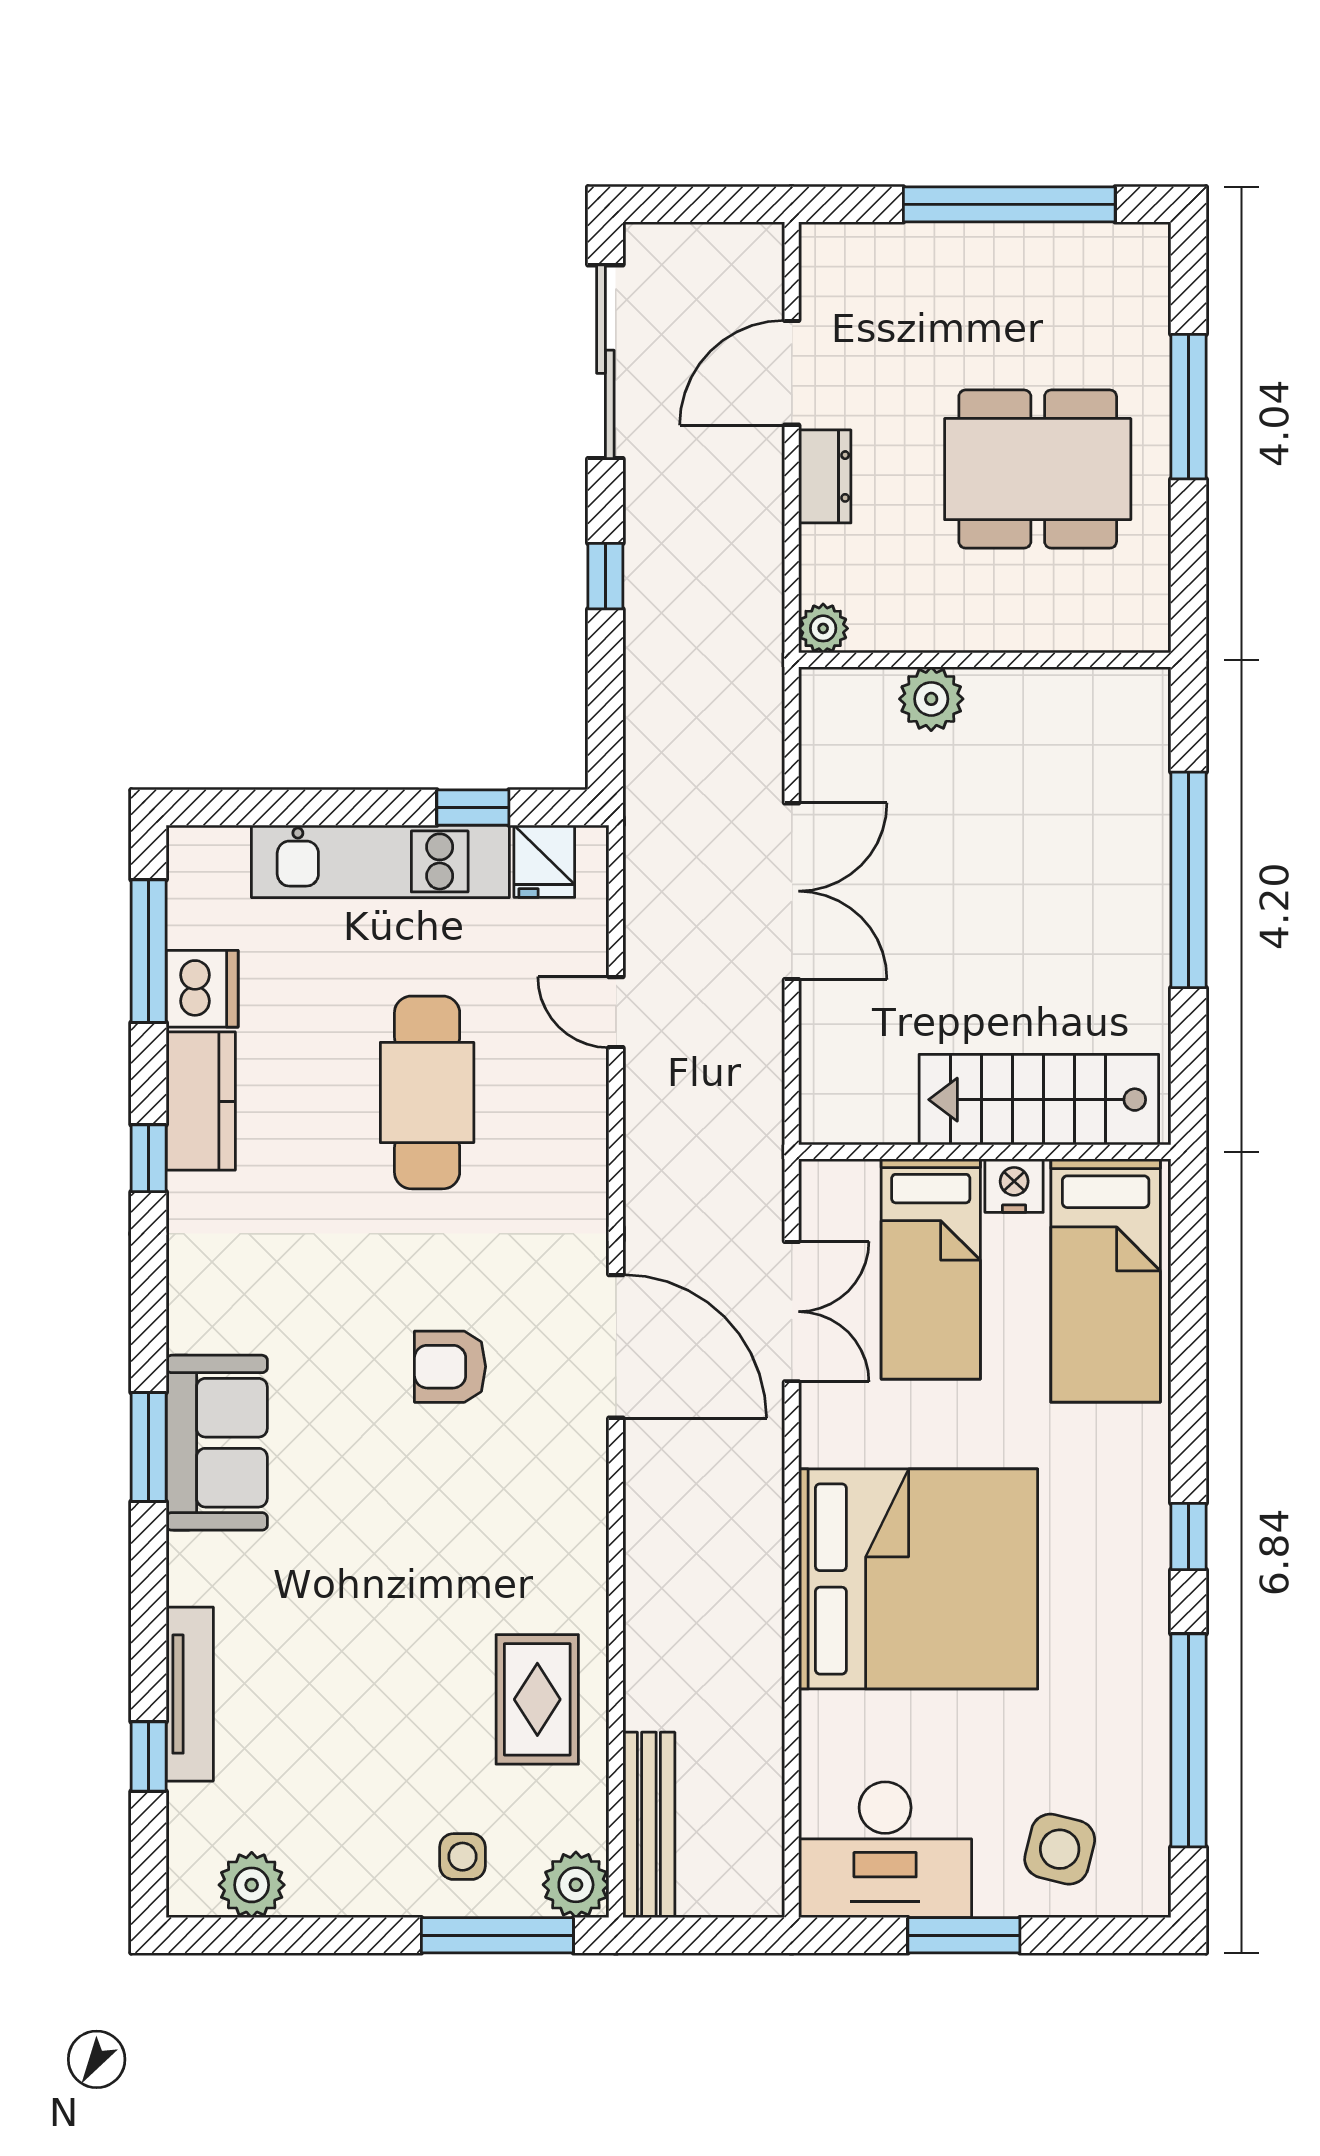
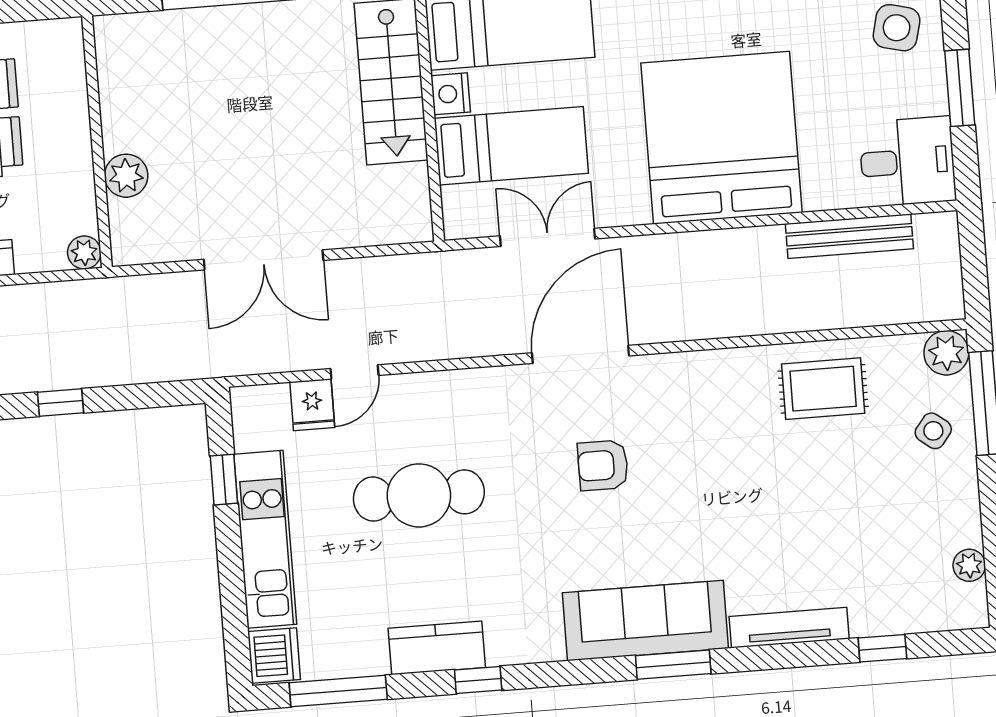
fridge: (544, 861) -> (312, 405), moved, turned 90
double door: (792, 891) -> (264, 260), swing flipped
dishwasher: (202, 989) -> (274, 656), moved, turned 90
armchair: (450, 1367) -> (603, 465), turned 90
sofa: (217, 1443) -> (645, 621), width x1.36
tv unit: (190, 1694) -> (789, 628), moved
bench: (649, 1825) -> (849, 236), moved
desk: (885, 1850) -> (907, 162), width x0.73
side table: (462, 1857) -> (933, 431), turned 38
plant: (252, 1885) -> (969, 565), width x0.73, depth x0.73

